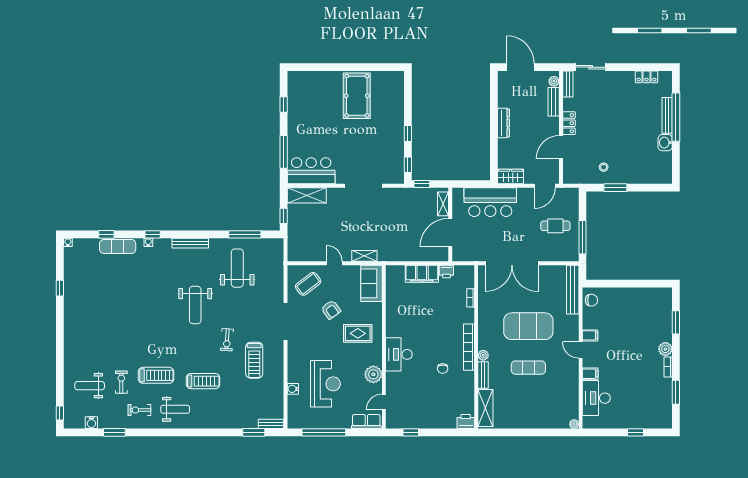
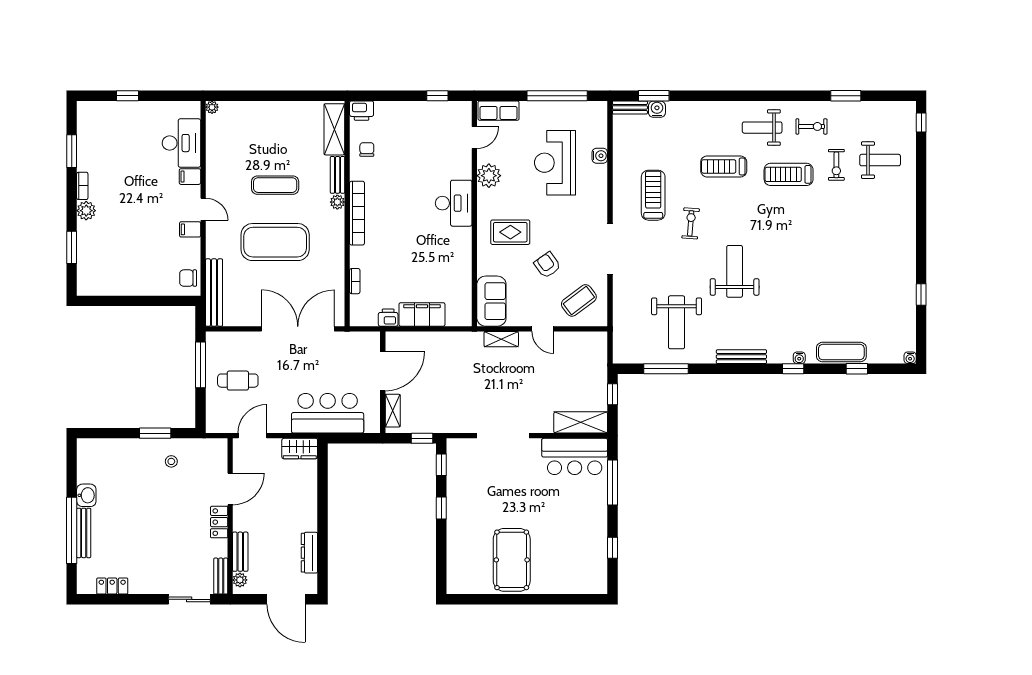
dresser: (503, 123) -> (309, 553), moved
chair: (443, 369) -> (367, 149), moved
water cooler: (91, 423) -> (657, 109), moved

